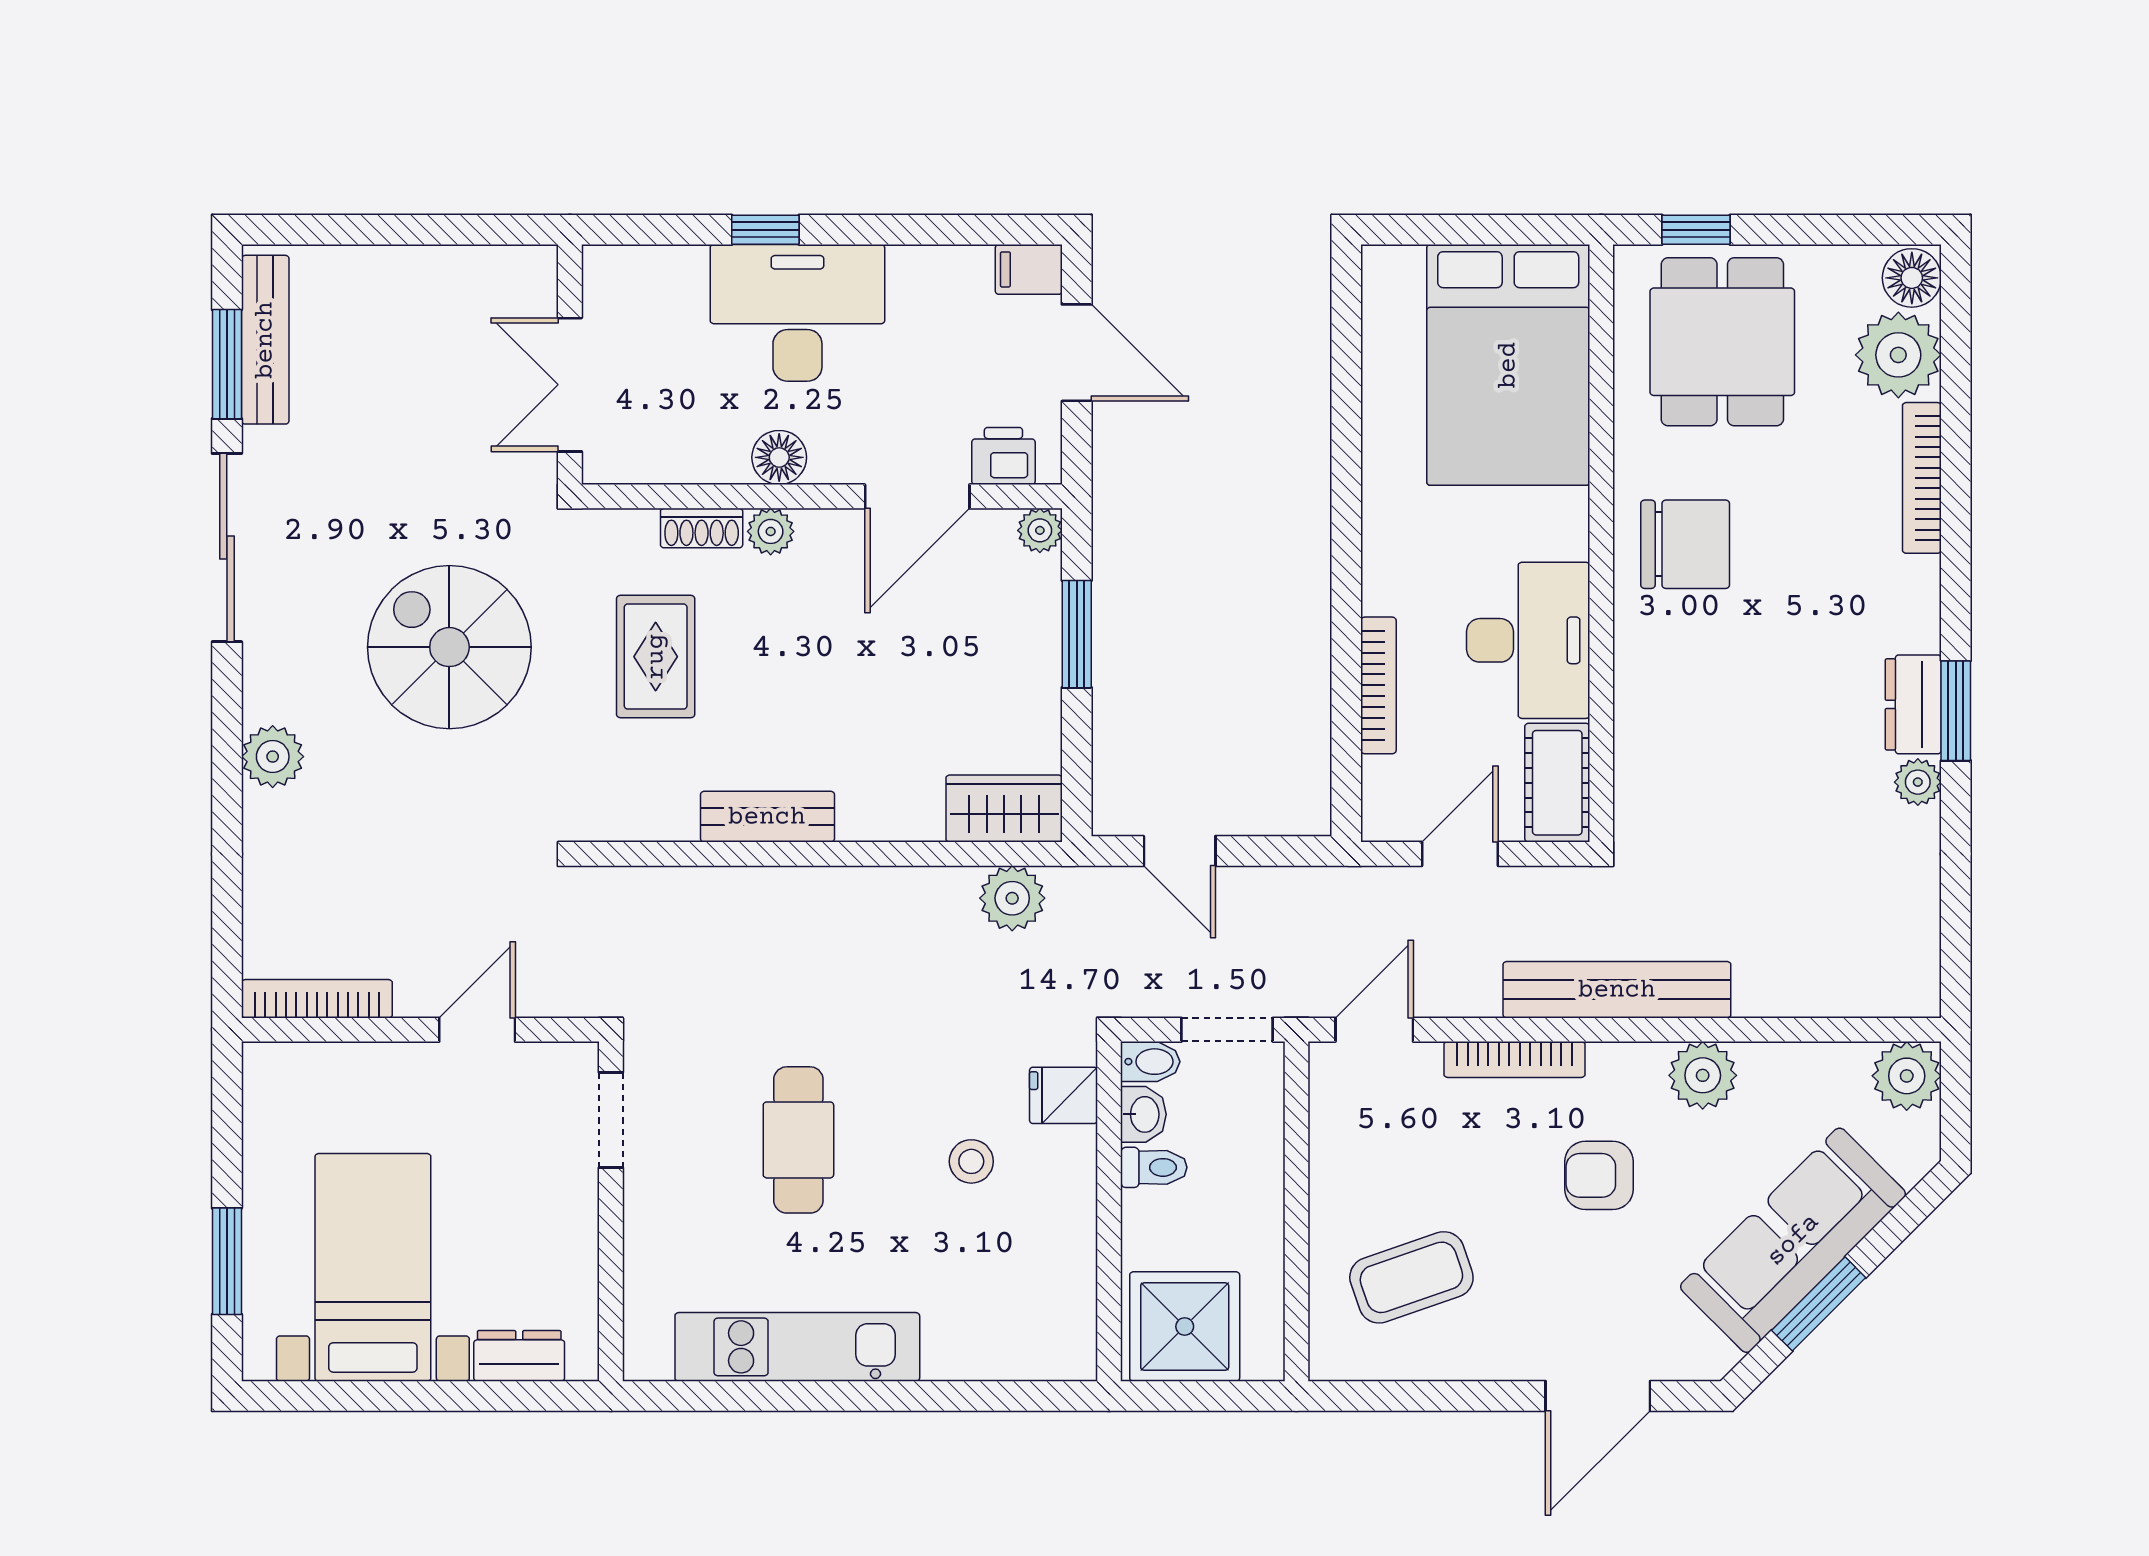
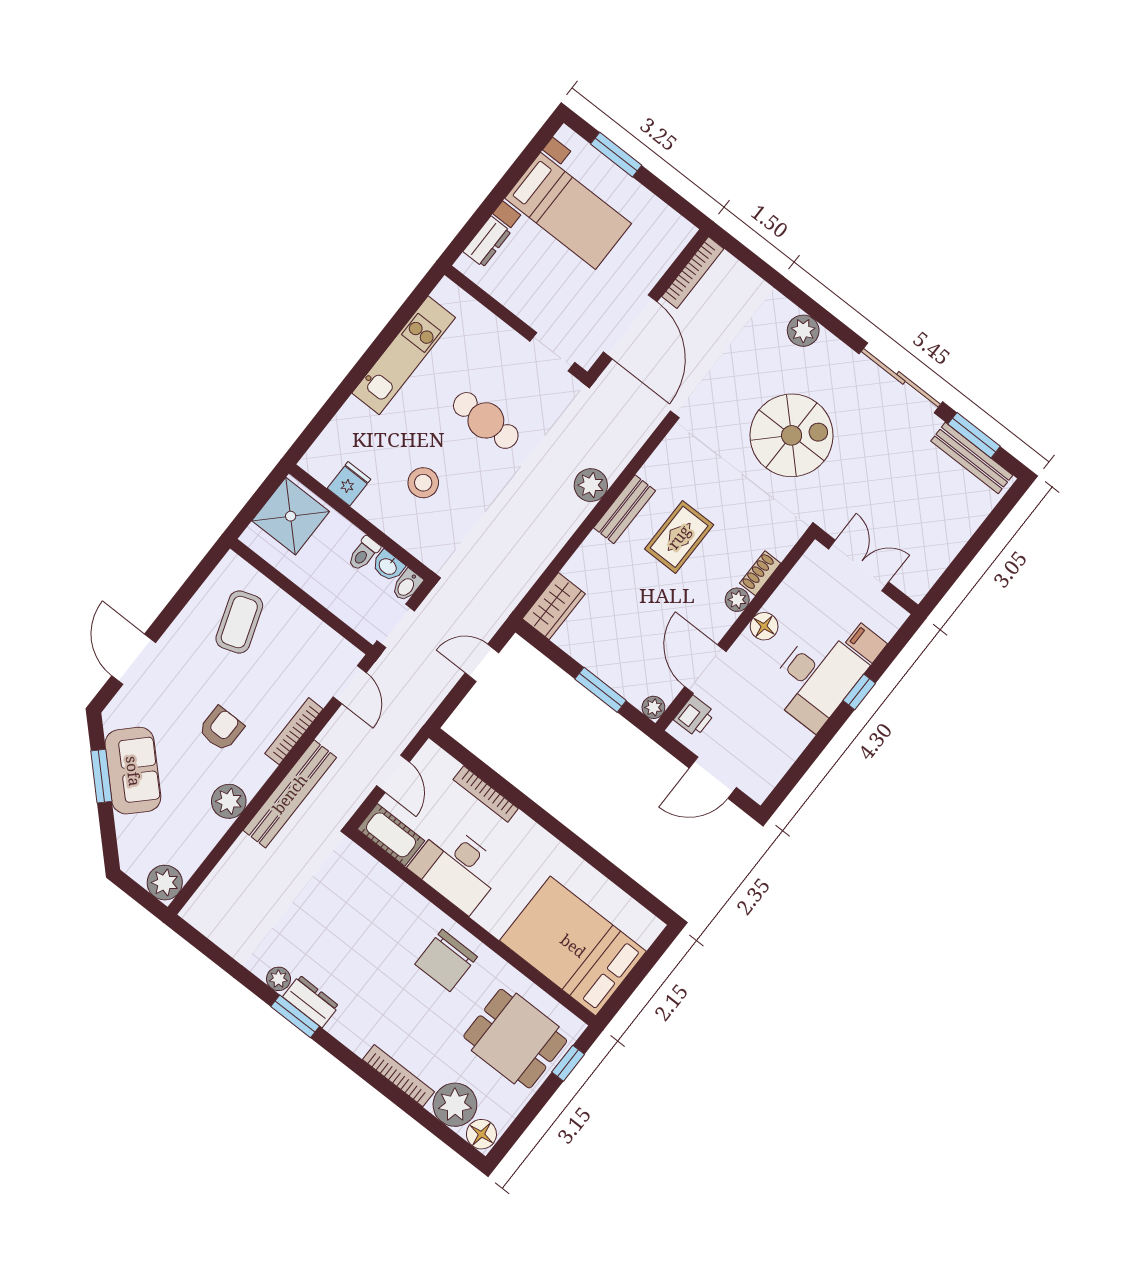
filing cabinet: (1029, 269) -> (867, 643), moved, turned -90
rug: (656, 657) -> (679, 537), moved, turned 90
plant: (1012, 898) -> (591, 485), moved
door: (477, 1030) -> (630, 327), width x1.88
fridge: (1063, 1095) -> (349, 484), moved
stool: (971, 1161) -> (423, 483), width x1.37, depth x1.37
sofa: (1793, 1240) -> (133, 771), width x0.73

